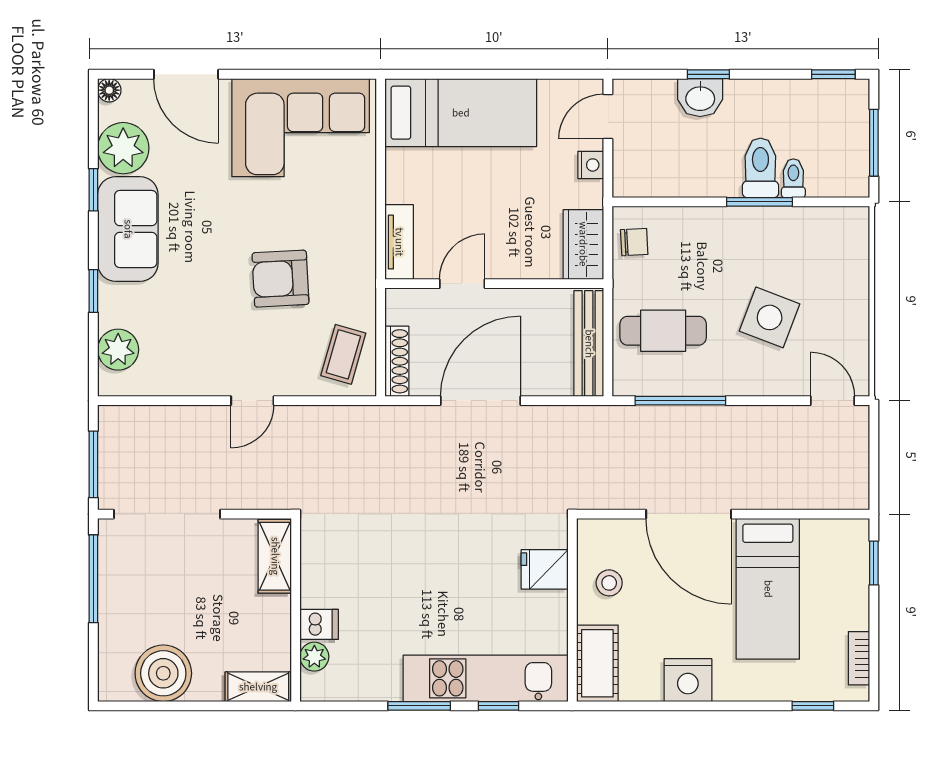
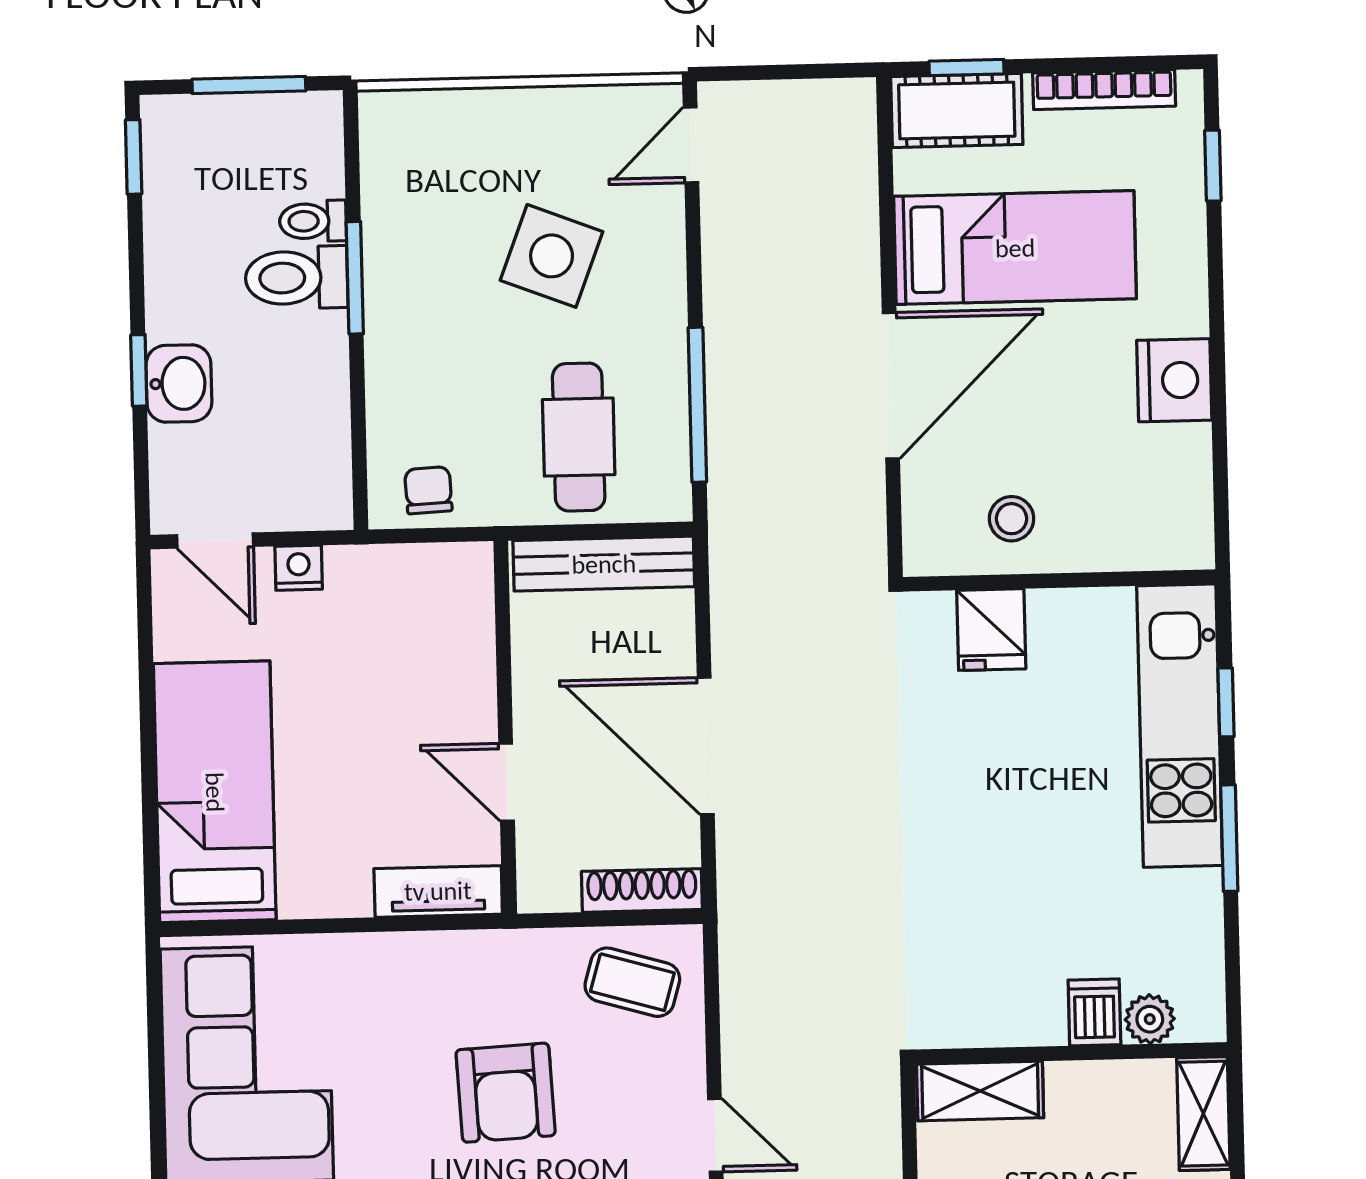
wardrobe: (583, 244) -> (435, 577), removed
bookcase: (859, 658) -> (1104, 90), width x1.56
cot: (597, 663) -> (957, 111), moved

